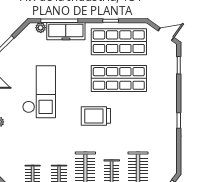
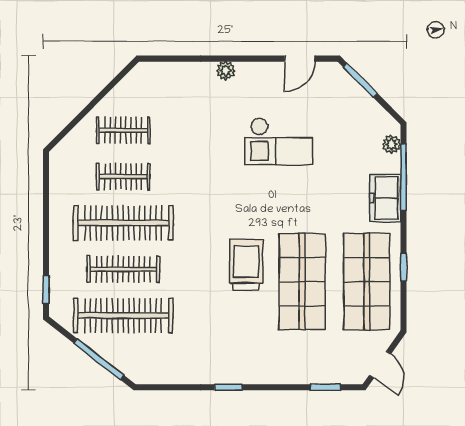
freezer: (66, 31) -> (385, 198), width x0.71
checkout: (39, 92) -> (279, 141), width x0.73, depth x0.83
trolley: (96, 116) -> (246, 265), moved

